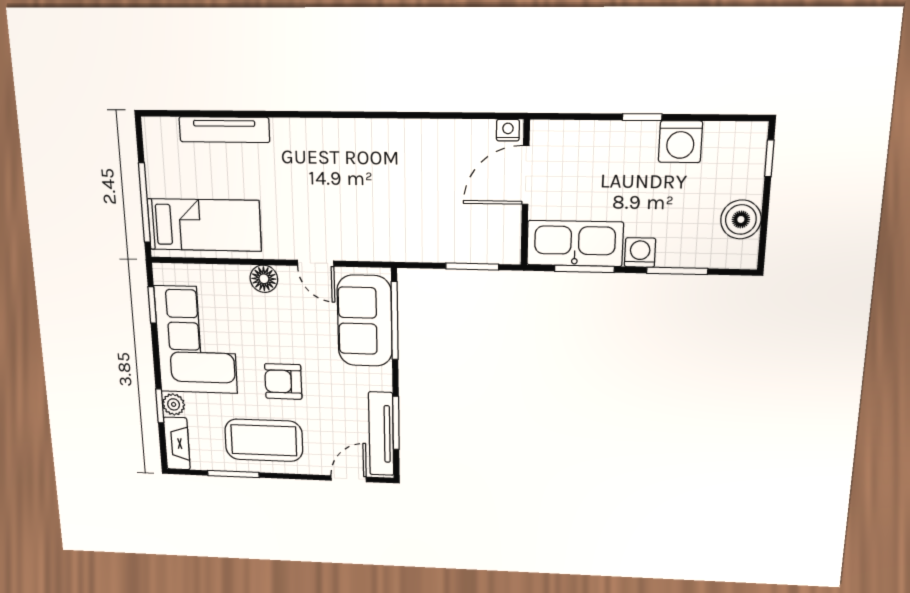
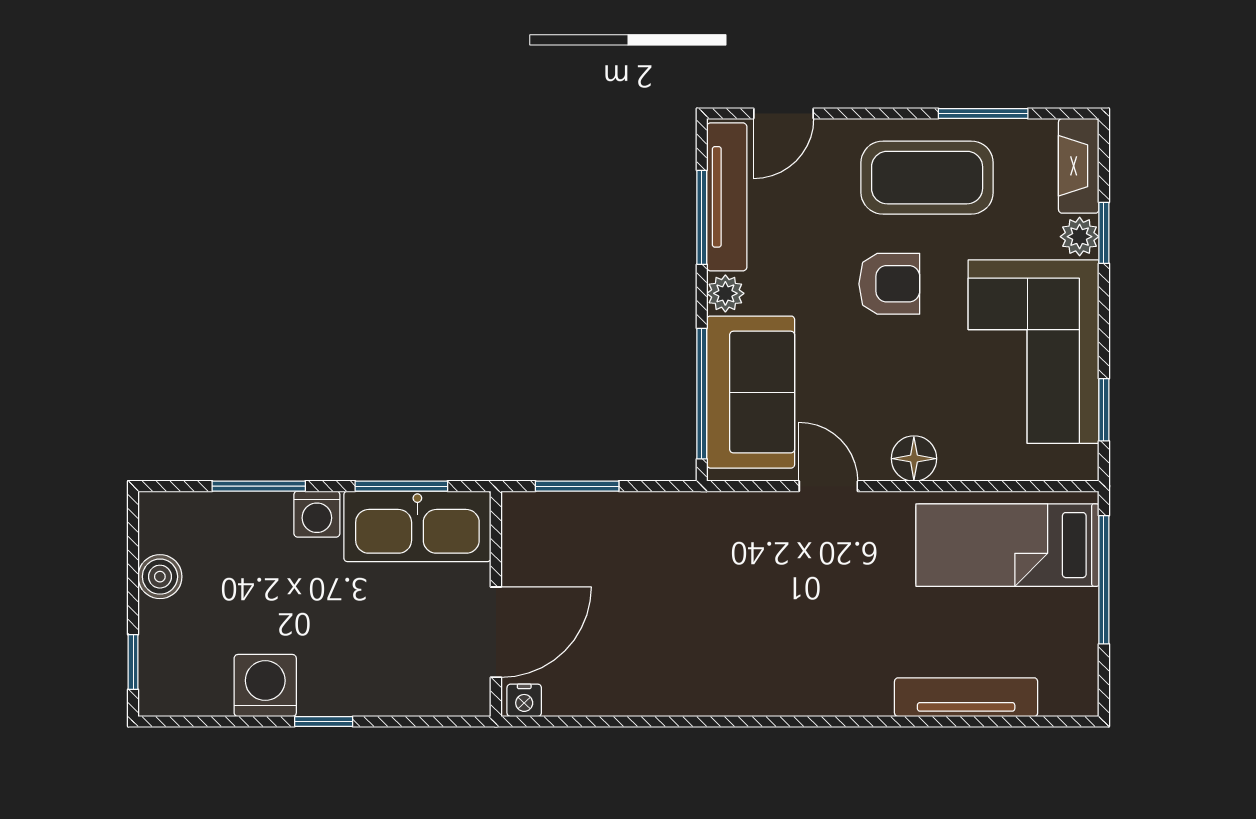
boiler: (741, 219) -> (160, 577), width x0.73, depth x0.73
plant: (381, 379) -> (725, 293), added

